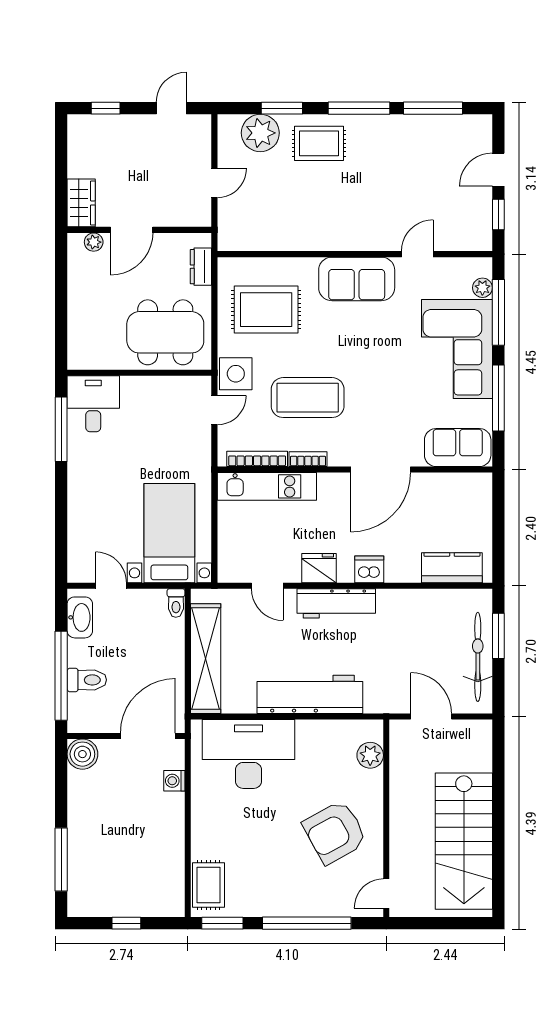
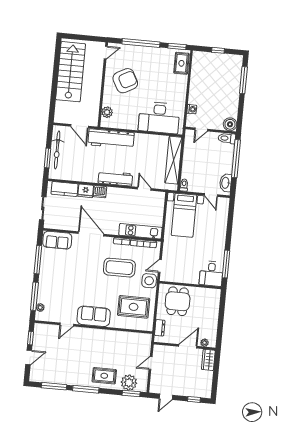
window: (282, 108) -> (131, 393), moved
dining table: (165, 332) -> (178, 301), width x0.73
corner sofa: (457, 349) -> (54, 282), removed
door: (381, 470) -> (91, 234), hinge flipped
sliding door: (498, 518) -> (43, 208), added
fridge: (319, 568) -> (86, 191), moved
toilet: (87, 680) -> (227, 138), moved
workbench: (310, 694) -> (111, 139), moved
door: (148, 736) -> (201, 129), width x0.53

